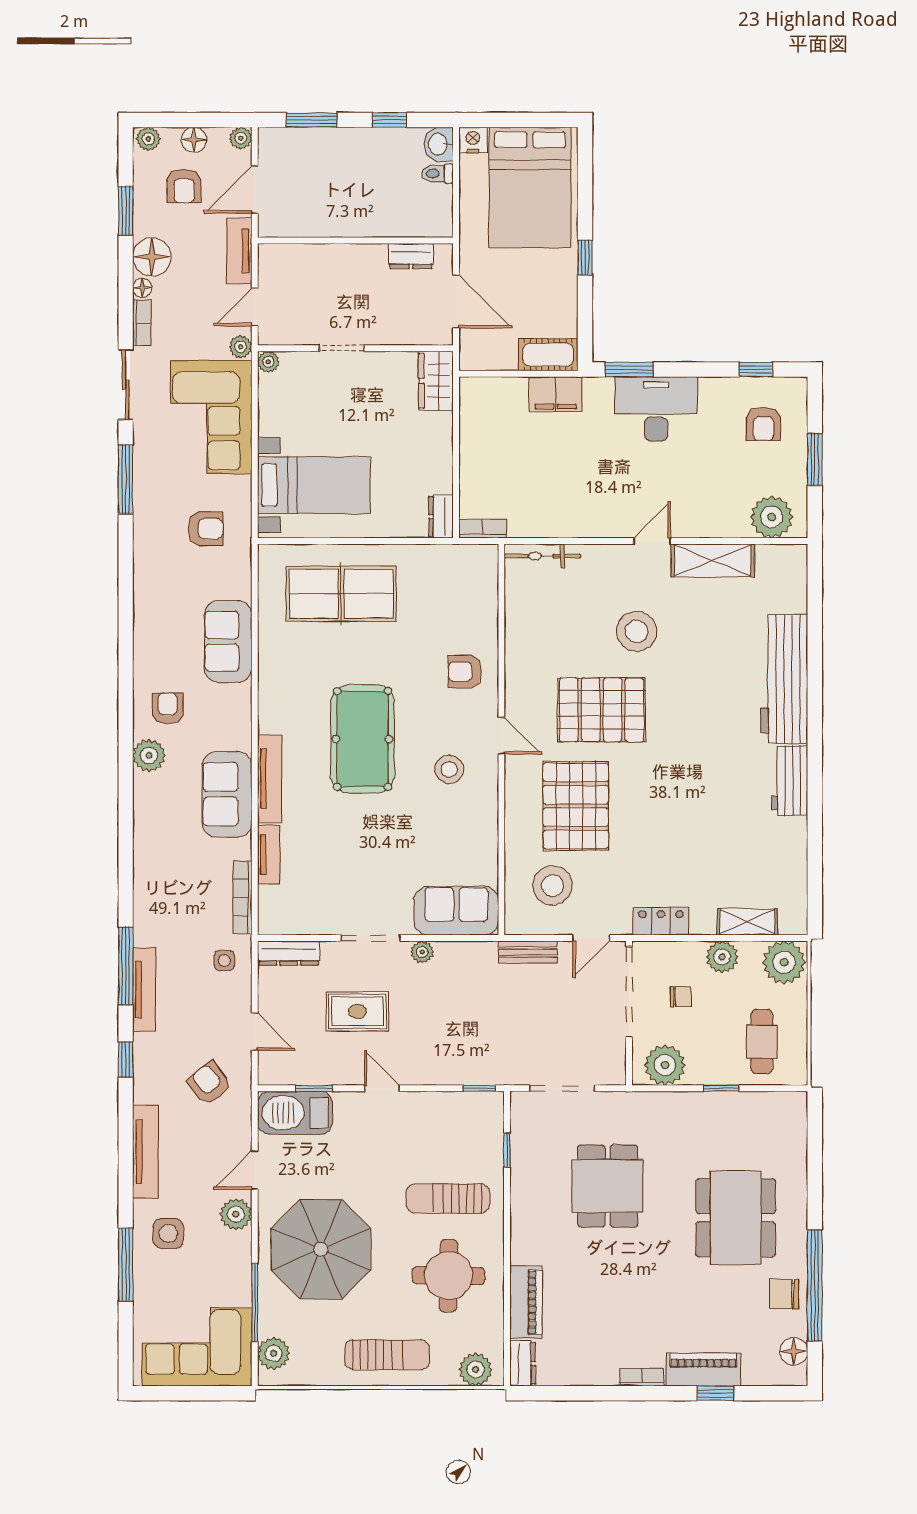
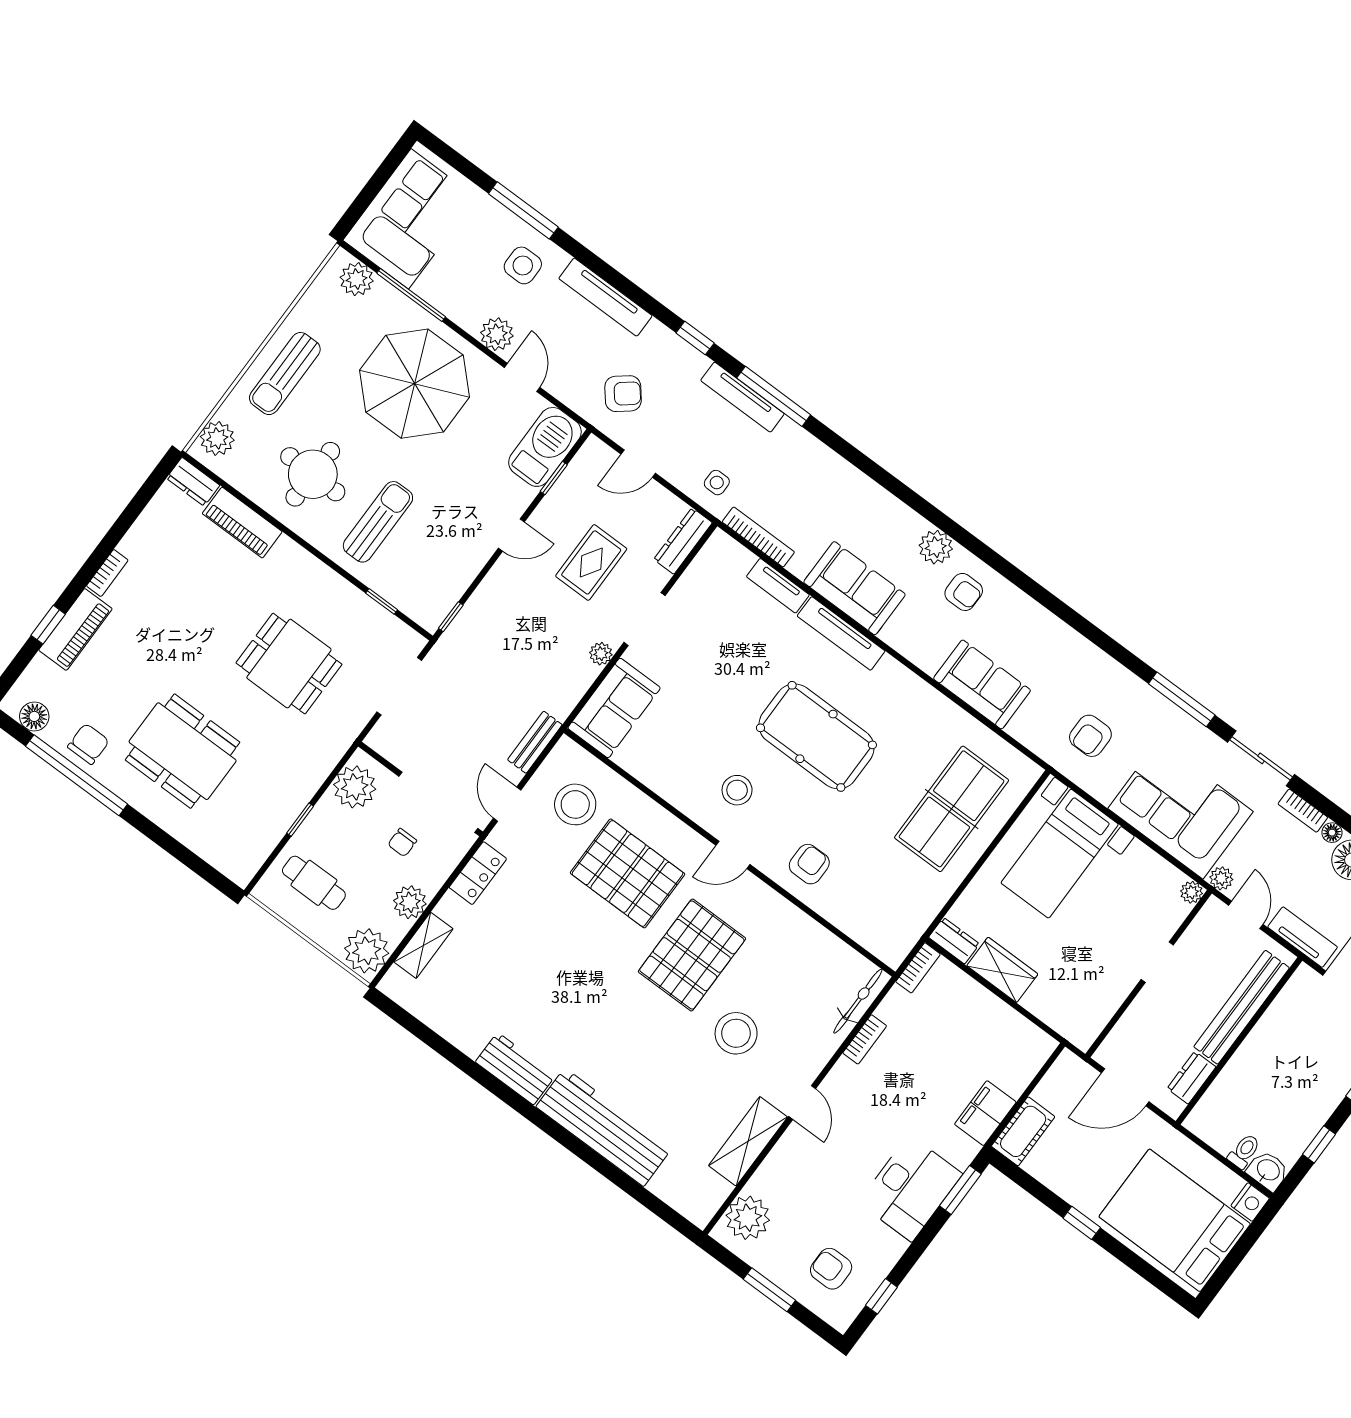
bench: (328, 258) -> (1242, 1007), added
wardrobe: (436, 381) -> (1002, 970), moved
bookcase: (568, 529) -> (865, 1039), added

